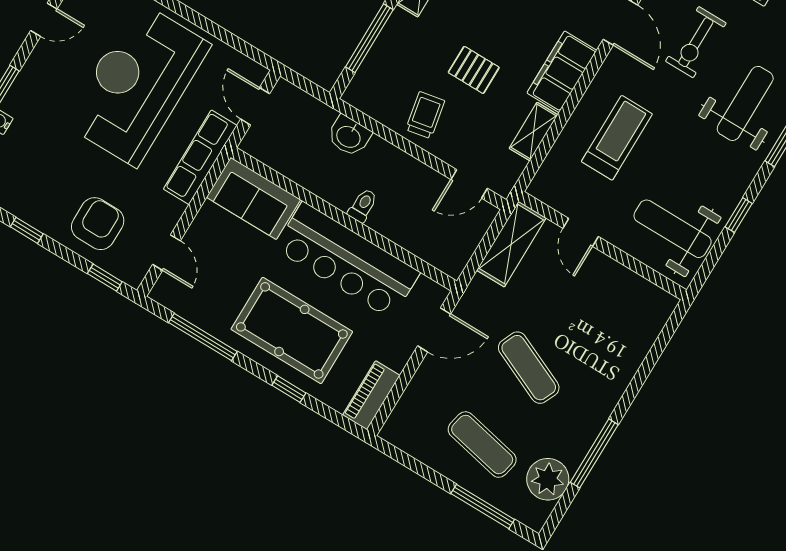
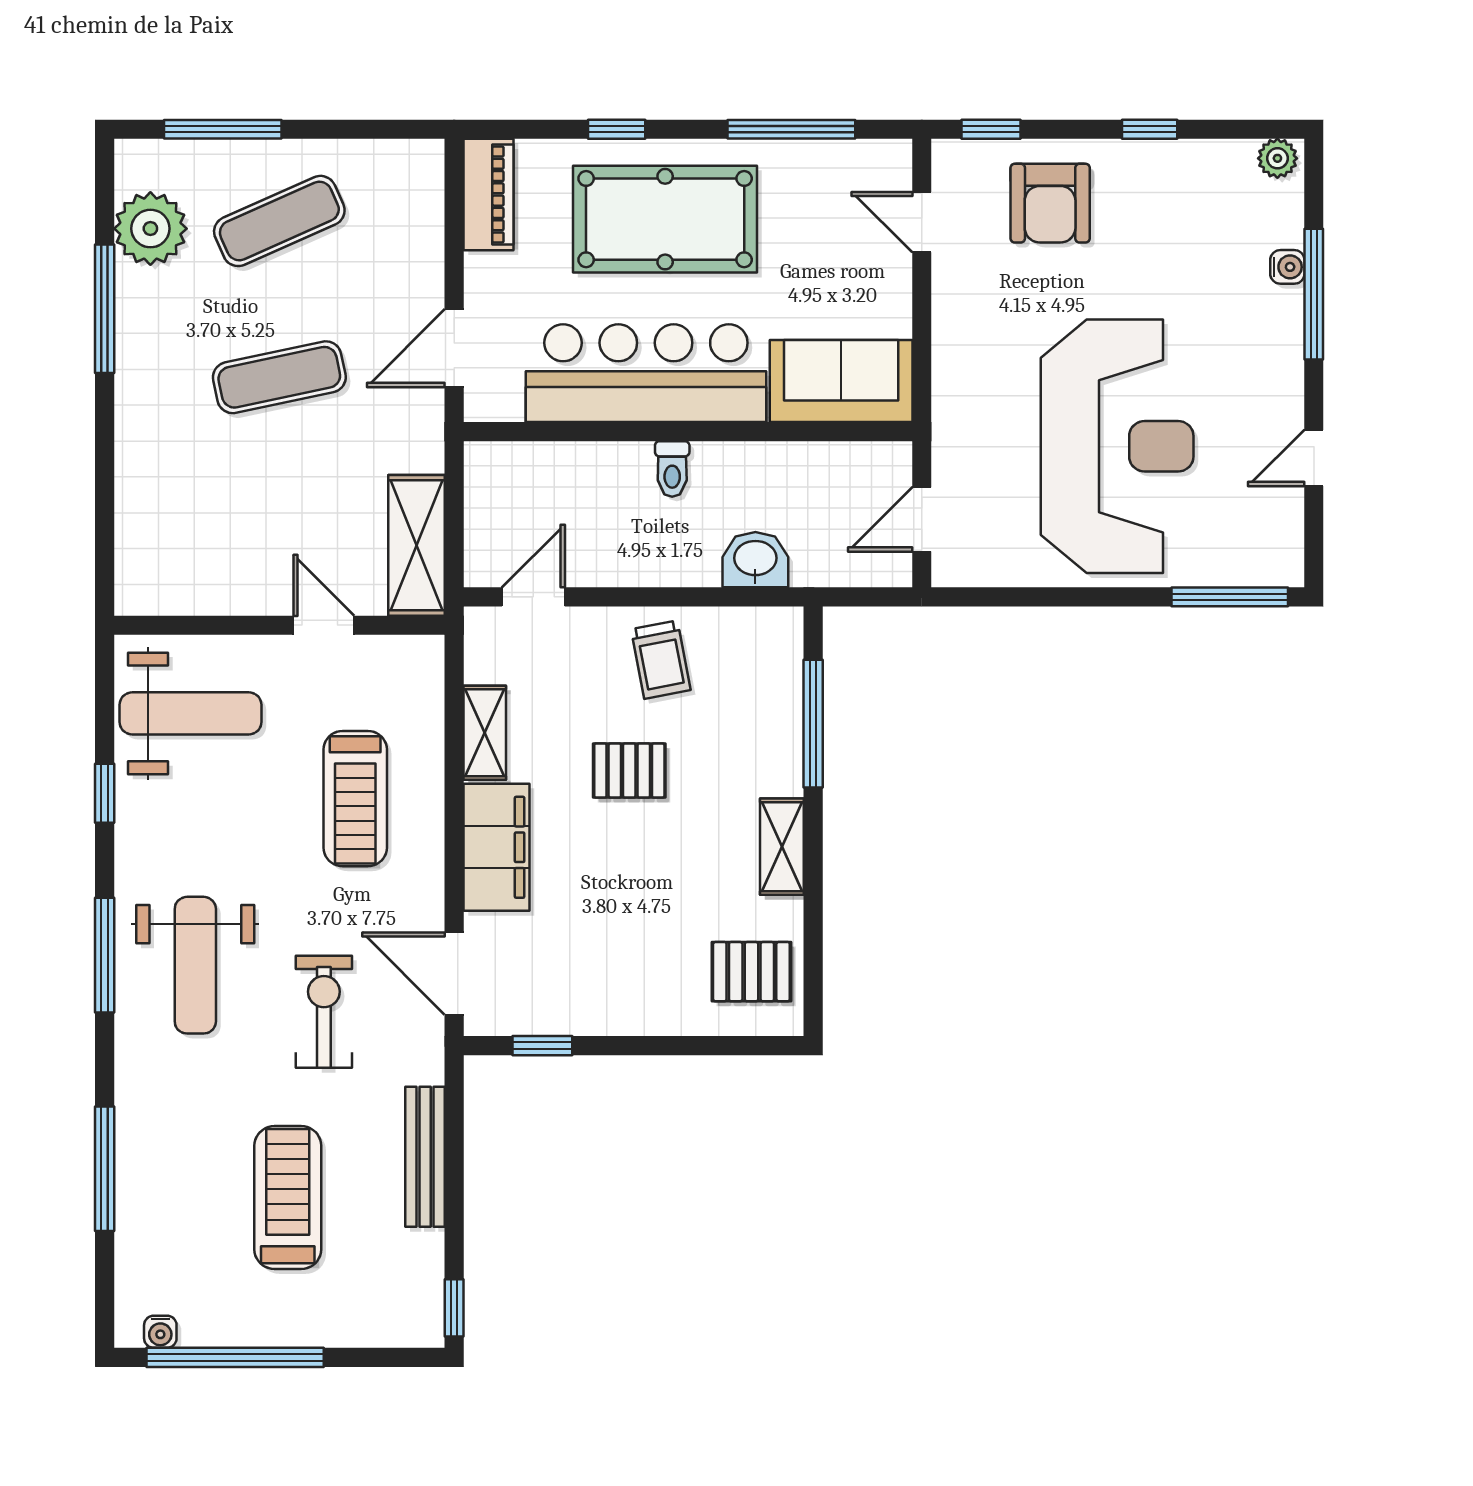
door: (255, 106) -> (922, 519), swing flipped
row of seats: (200, 157) -> (957, 394), removed
exercise mat: (529, 368) -> (279, 377), turned -36
exercise mat: (482, 445) -> (279, 221), turned -36

